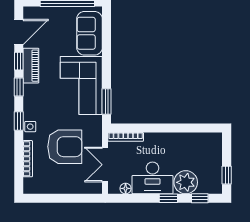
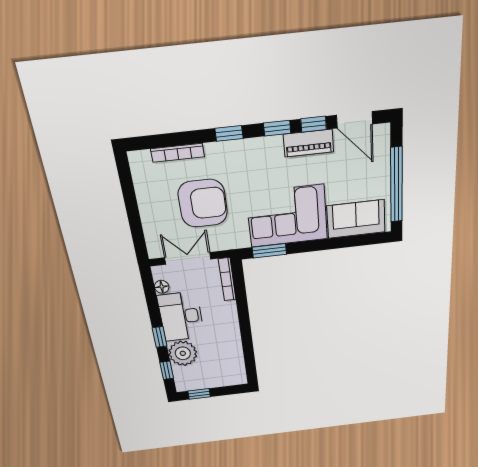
side table: (30, 127) -> (223, 151), removed
armchair: (65, 147) -> (203, 203), turned -90

